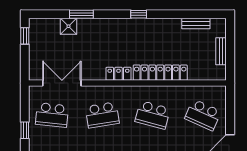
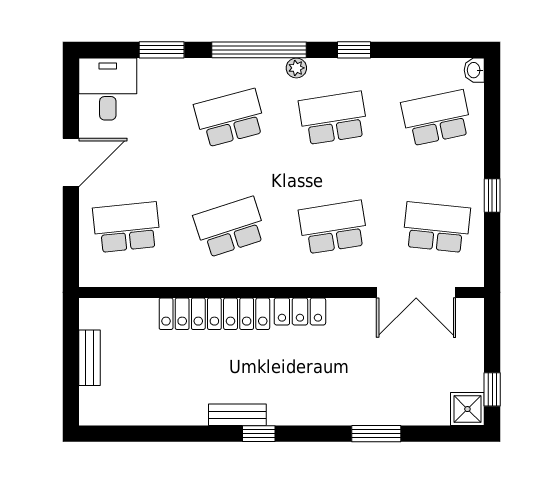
bench: (196, 23) -> (237, 415), moved
shower: (68, 26) -> (467, 409), moved
school desk: (153, 115) -> (230, 227), turned -33
school desk: (203, 115) -> (127, 227), turned -30

